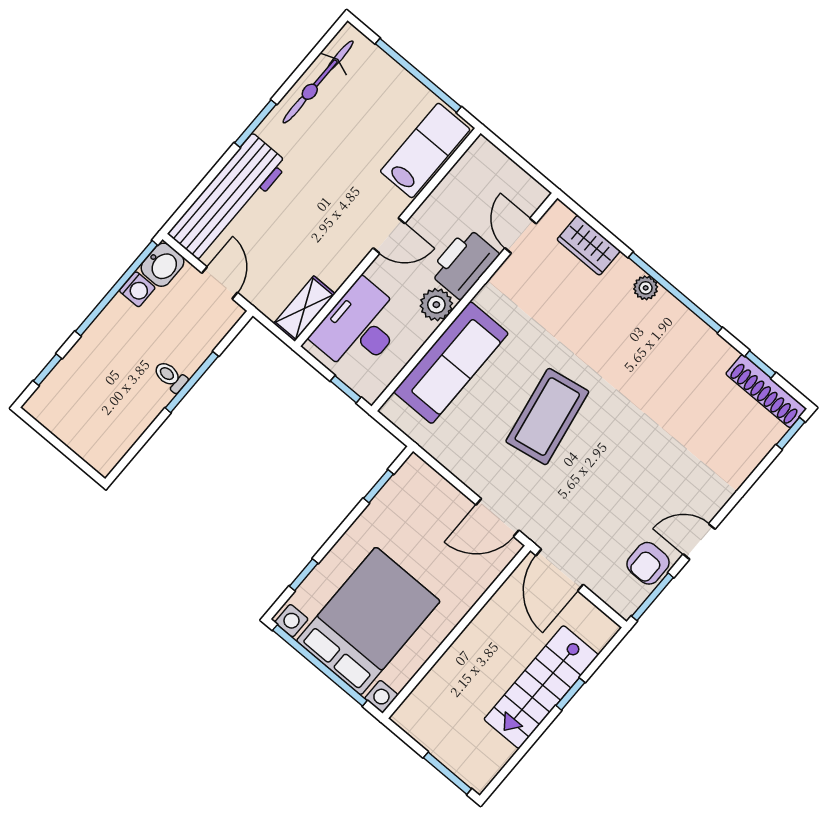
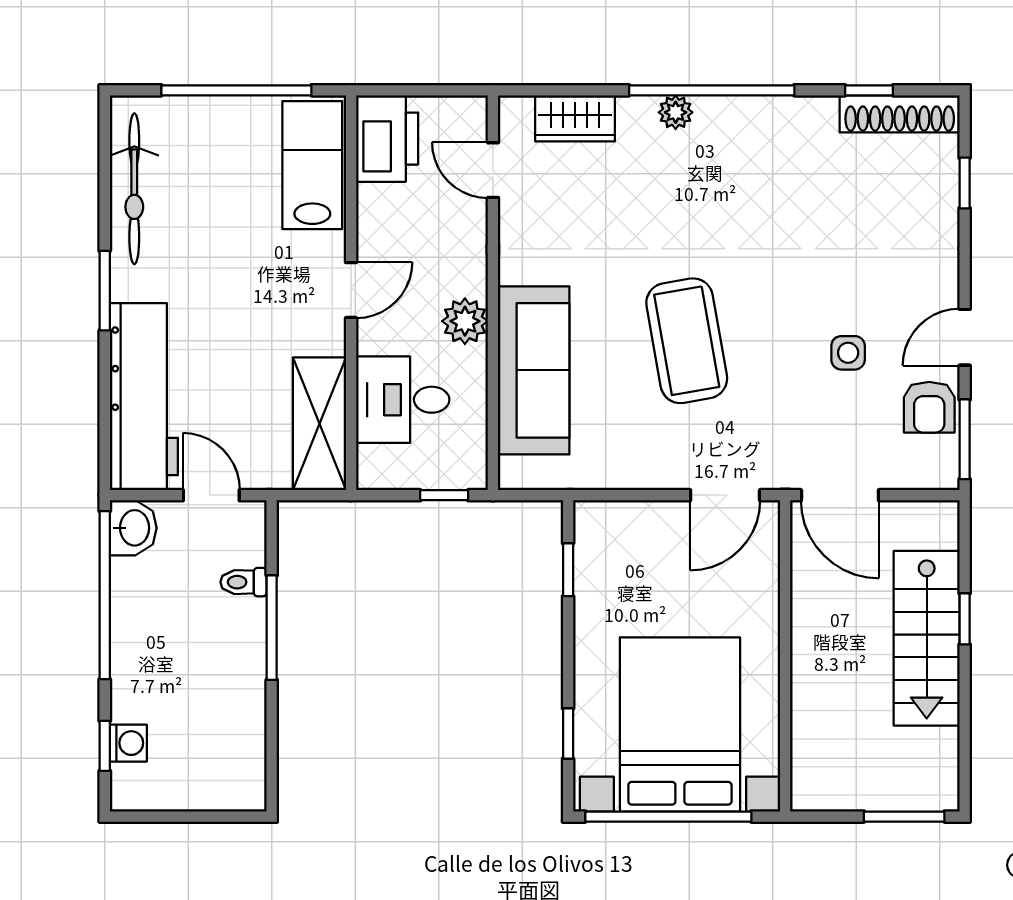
printer: (464, 263) -> (387, 139), moved, turned 180
washing machine: (137, 289) -> (128, 743), moved
shelving: (304, 309) -> (319, 424), width x1.50, depth x1.33
desk: (359, 327) -> (403, 400), width x0.73
toilet: (170, 377) -> (244, 582), moved
window: (791, 433) -> (965, 183), moved
side table: (629, 497) -> (848, 353), added

